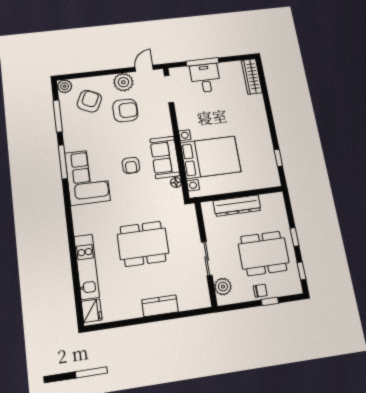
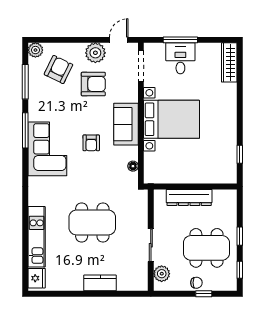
sofa: (165, 157) -> (126, 124), moved
bed with nightstands: (211, 157) -> (172, 119), moved

